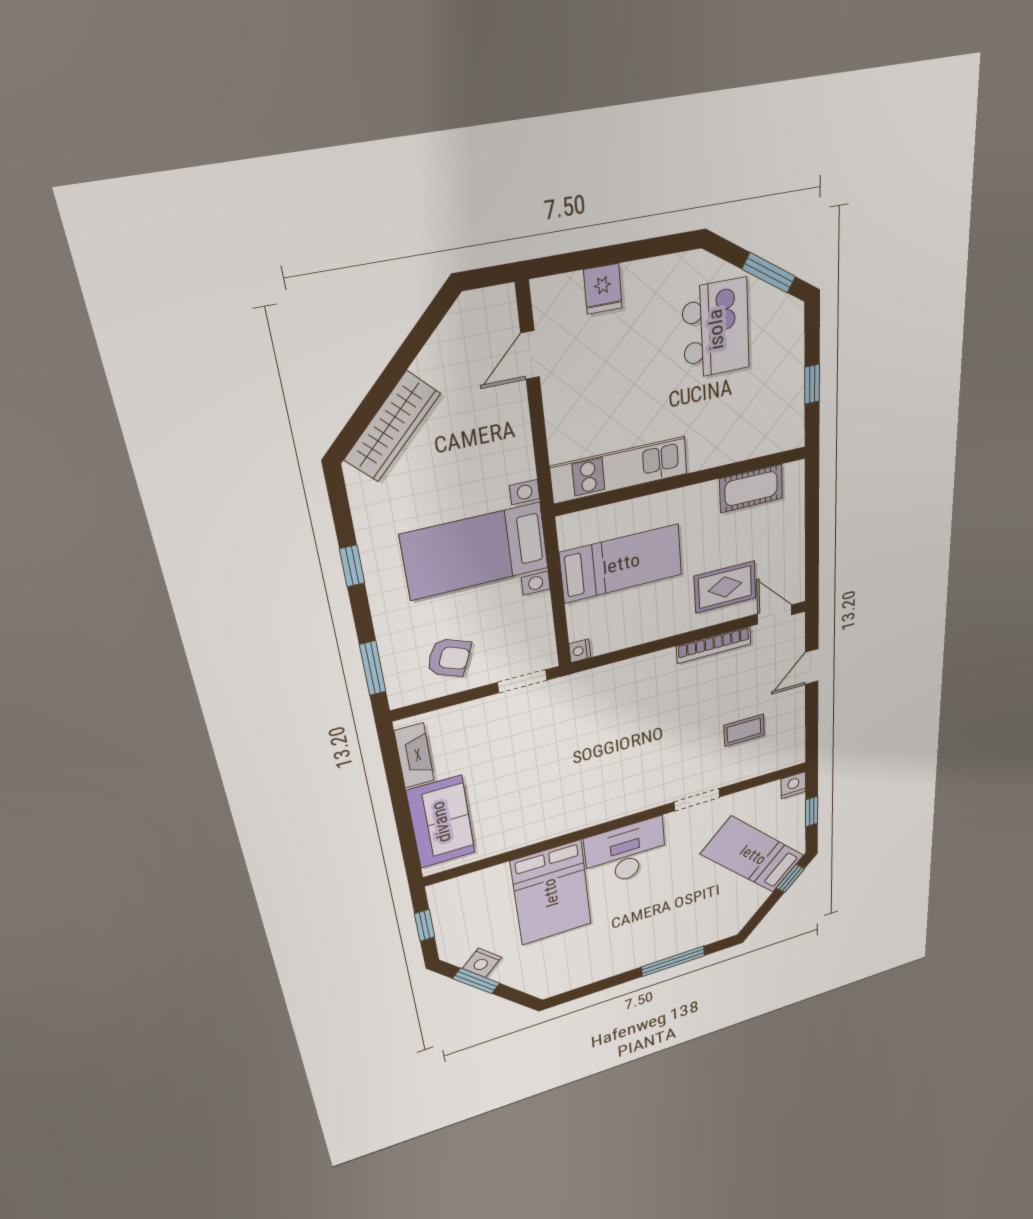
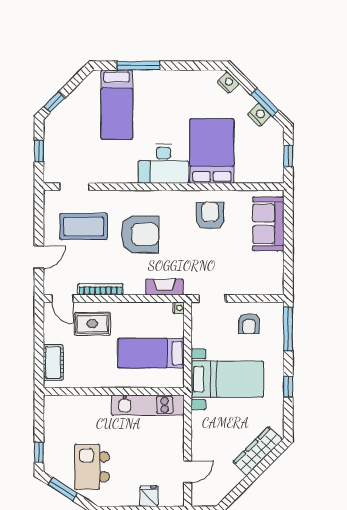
window: (812, 384) -> (39, 452), moved
cot: (751, 489) -> (53, 362), moved, turned 90
armchair: (449, 658) -> (249, 324), turned -112
window: (373, 668) -> (288, 329), width x1.44
coffee table: (744, 730) -> (84, 226), width x1.86, depth x1.72
armchair: (655, 745) -> (140, 234), added
fireplace: (414, 756) -> (165, 287), moved, turned 90
nightstand: (793, 785) -> (228, 83), moved, turned -135
doorway: (697, 800) -> (74, 187), moved
armchair: (542, 804) -> (210, 216), added
bed: (753, 855) -> (117, 105), moved, turned 45

